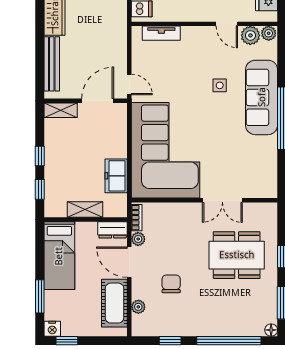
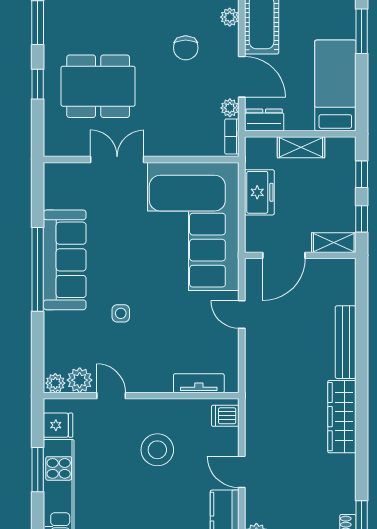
sofa: (262, 97) -> (65, 260), moved
wall: (86, 101) -> (300, 255), moved
door: (98, 101) -> (284, 255), moved
shelving: (61, 110) -> (334, 243), moved

